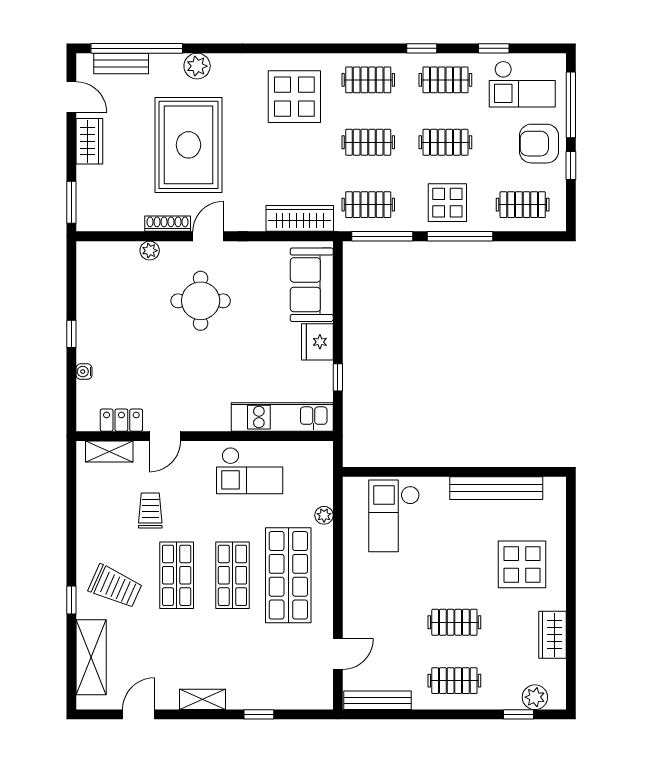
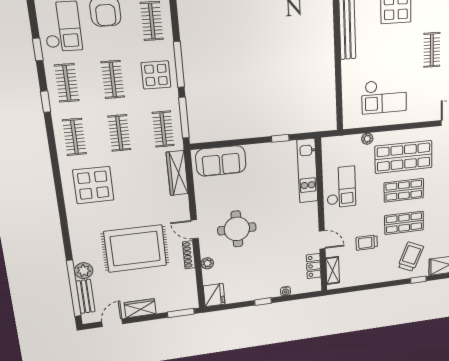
plant: (197, 66) -> (84, 271), moved
fridge: (317, 342) -> (214, 295), moved, turned -90
checkout: (394, 516) -> (384, 96), moved

